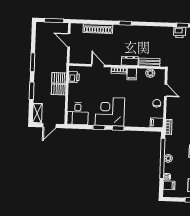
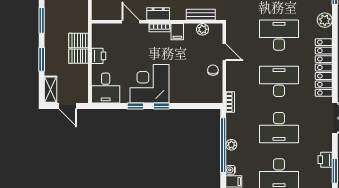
dresser: (130, 61) -> (158, 14), moved
printer: (74, 77) -> (99, 56), moved
filing cabinet: (157, 123) -> (214, 97), removed
door: (49, 126) -> (68, 106), hinge flipped

